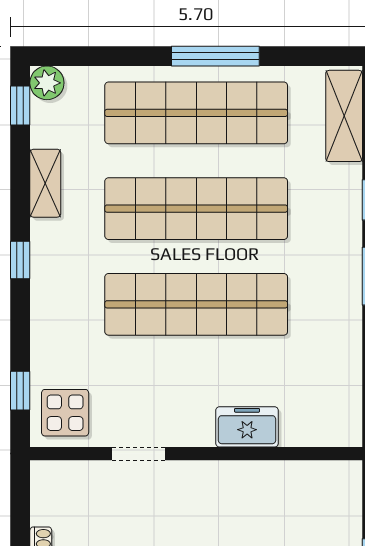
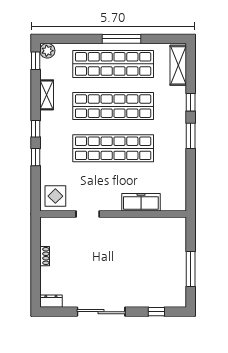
window: (20, 391) -> (36, 157), moved
freezer: (247, 427) -> (141, 202), width x1.40

